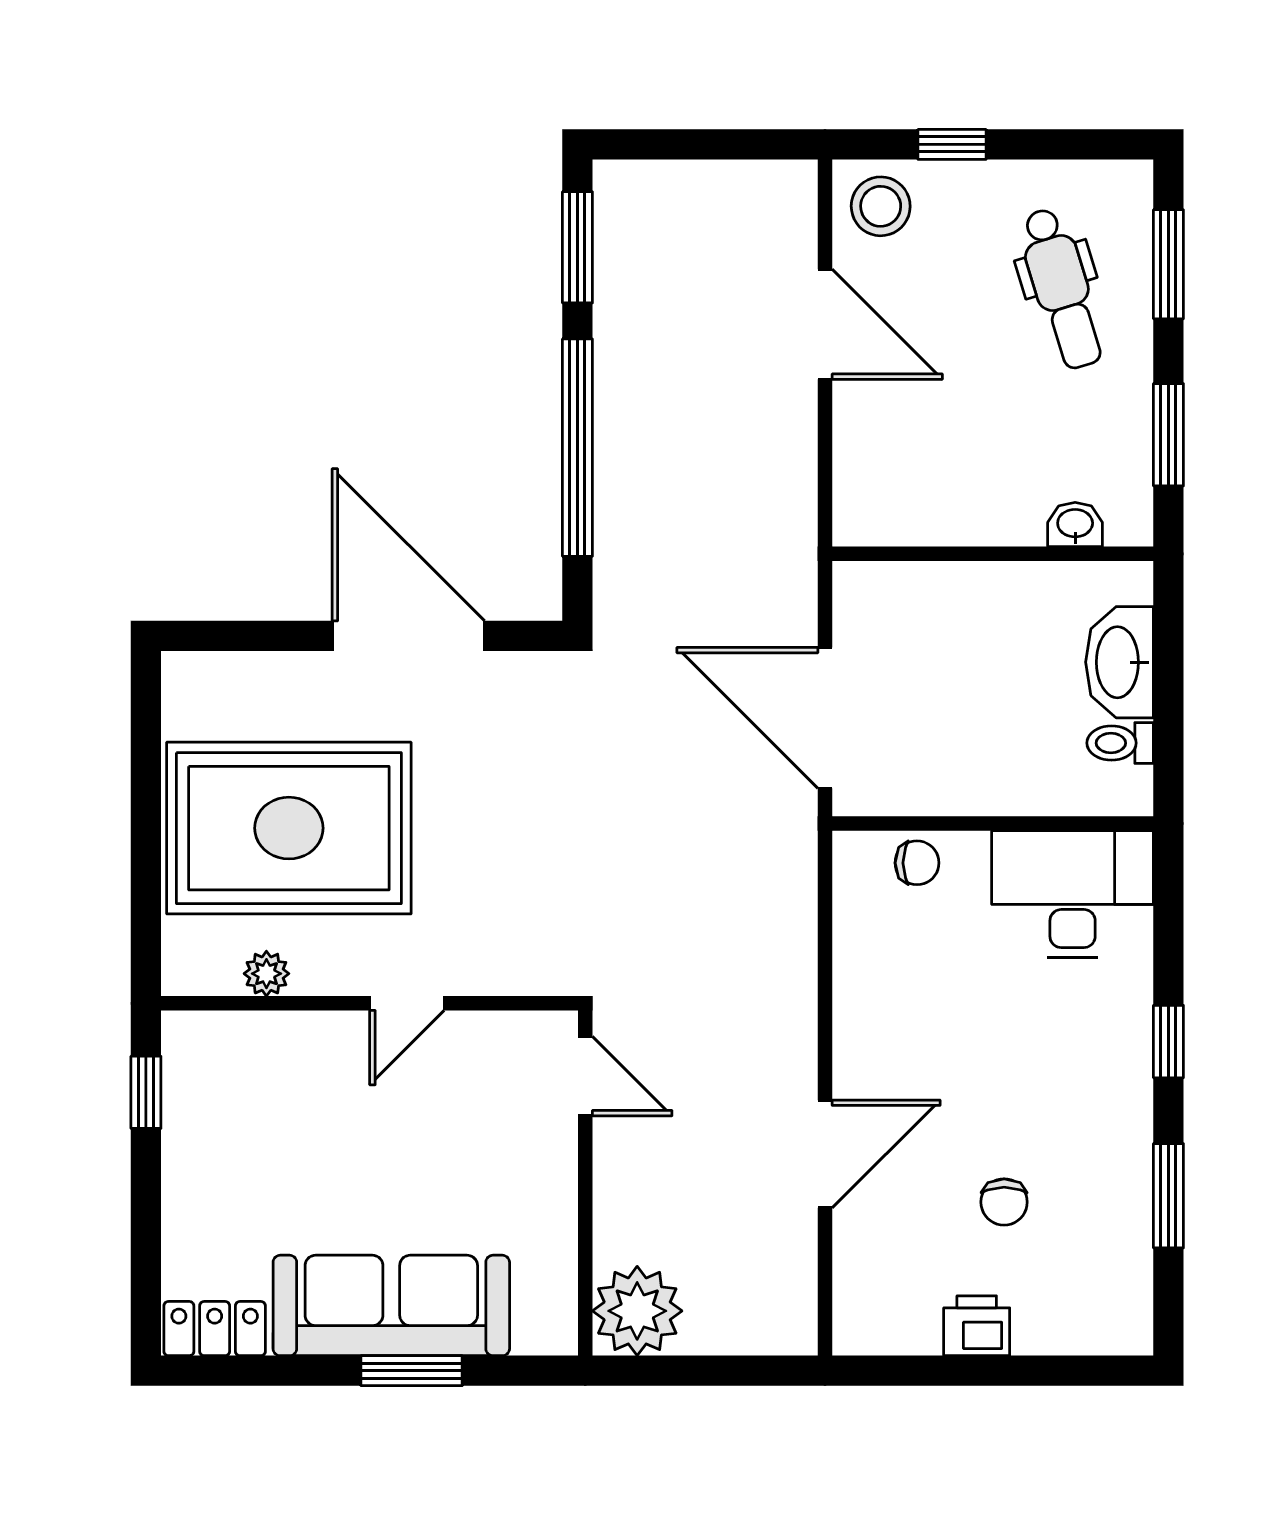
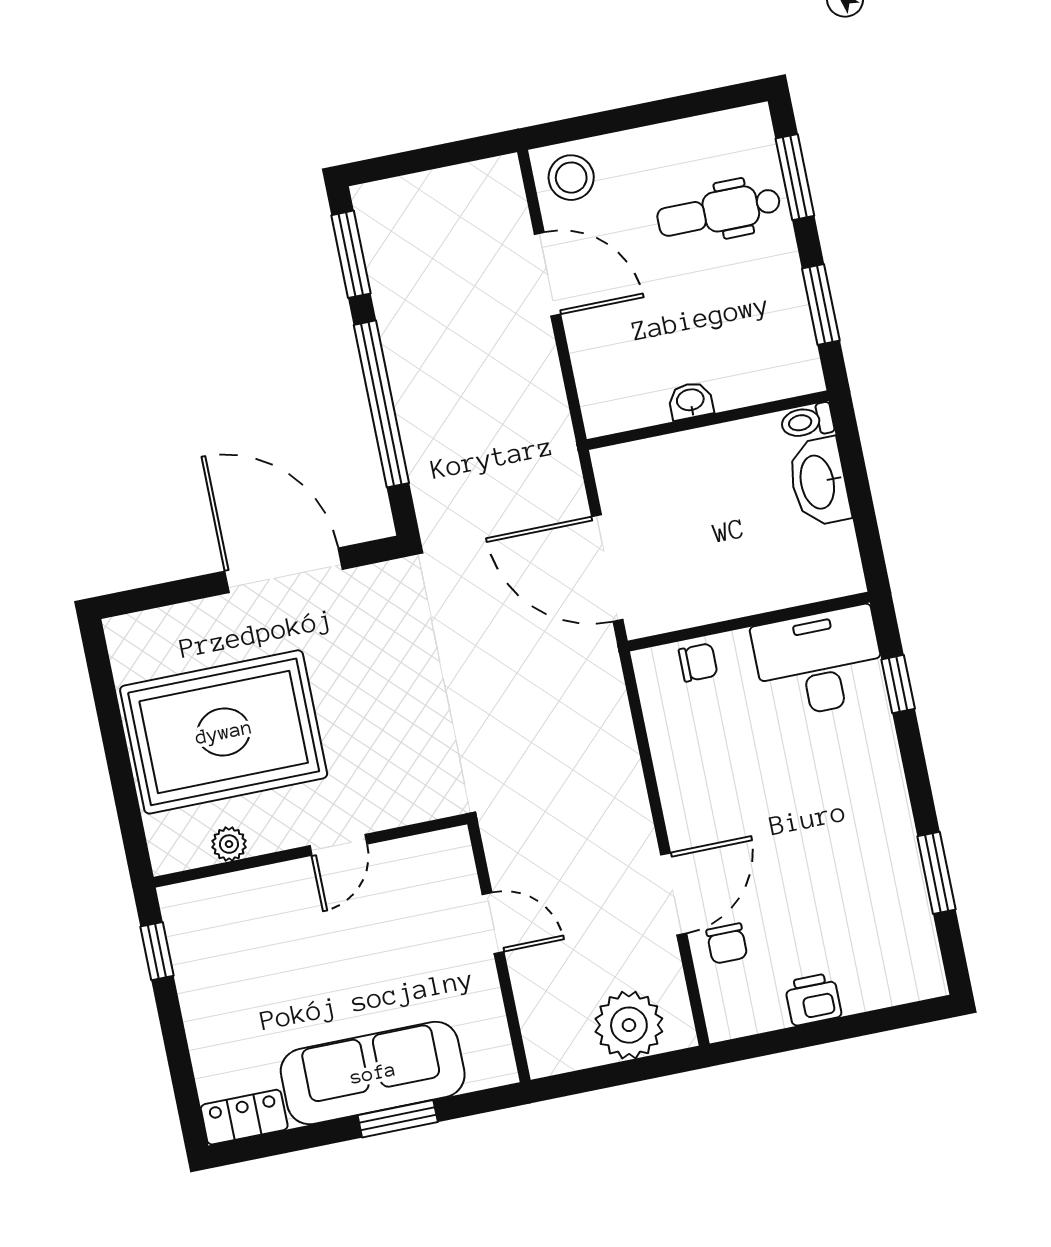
window: (952, 144) -> (615, 121), removed
dental chair: (1062, 288) -> (719, 211), turned 107
washbasin: (1075, 524) -> (691, 401), moved
toilet: (1120, 743) -> (807, 421), moved
window: (1168, 1042) -> (898, 684), moved
door: (585, 1076) -> (493, 923), moved
chair: (1004, 1202) -> (727, 944), moved
plant: (637, 1311) -> (629, 1025), moved

